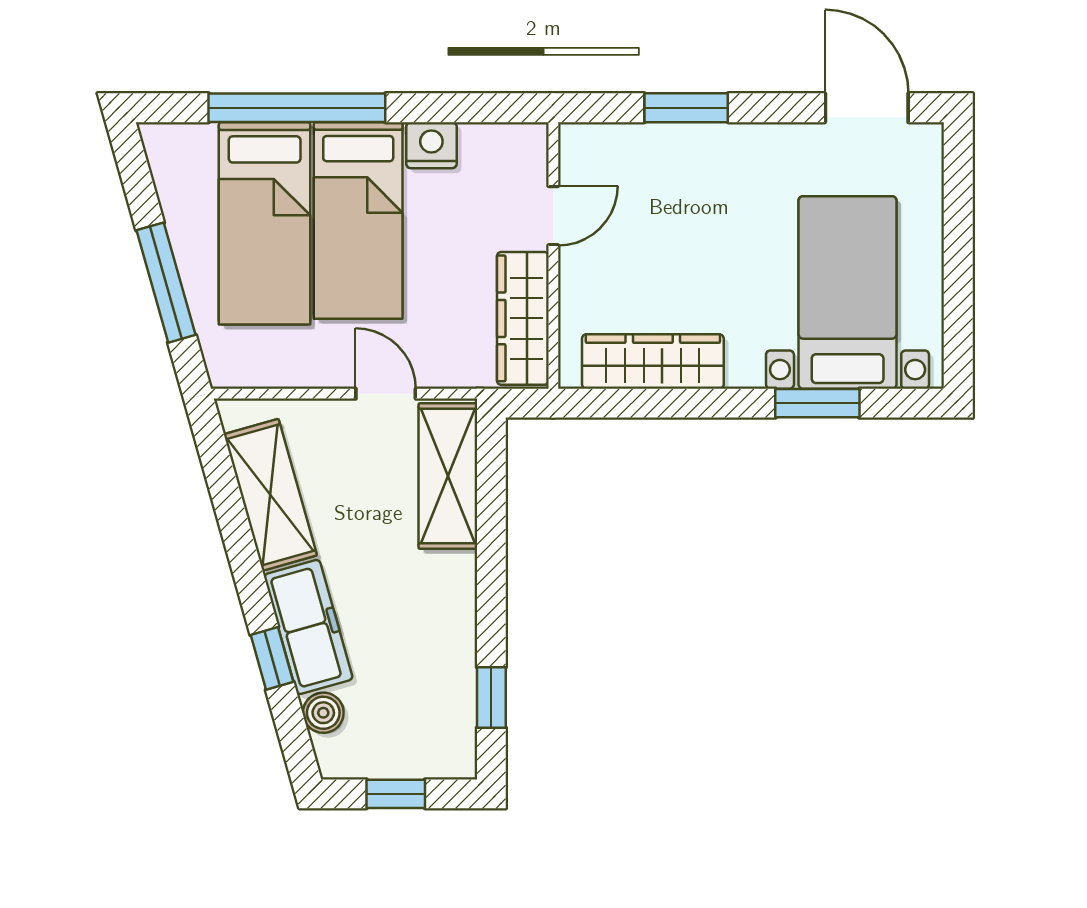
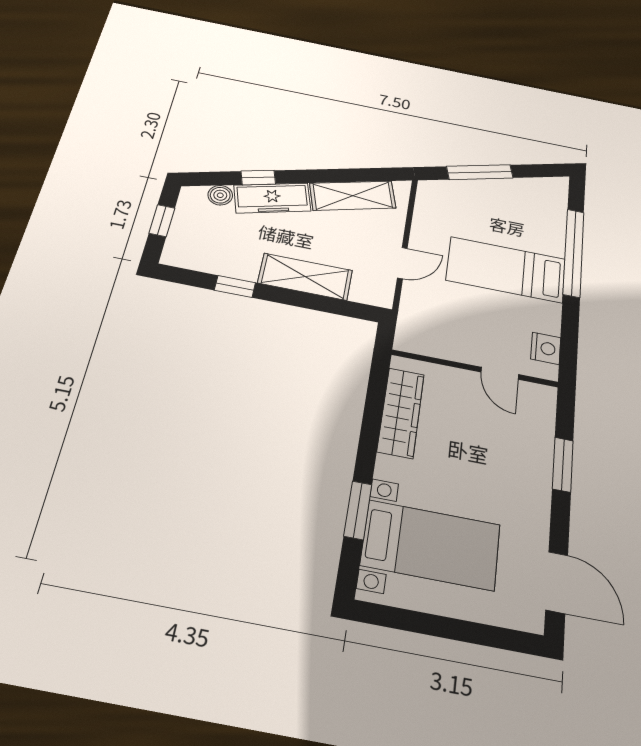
door: (867, 108) -> (557, 582), hinge flipped
nightstand: (431, 145) -> (546, 348), moved
bed: (265, 223) -> (509, 224), removed
wardrobe: (523, 318) -> (438, 344), removed
shelving: (448, 476) -> (305, 277), moved
window: (491, 697) -> (235, 286), moved

